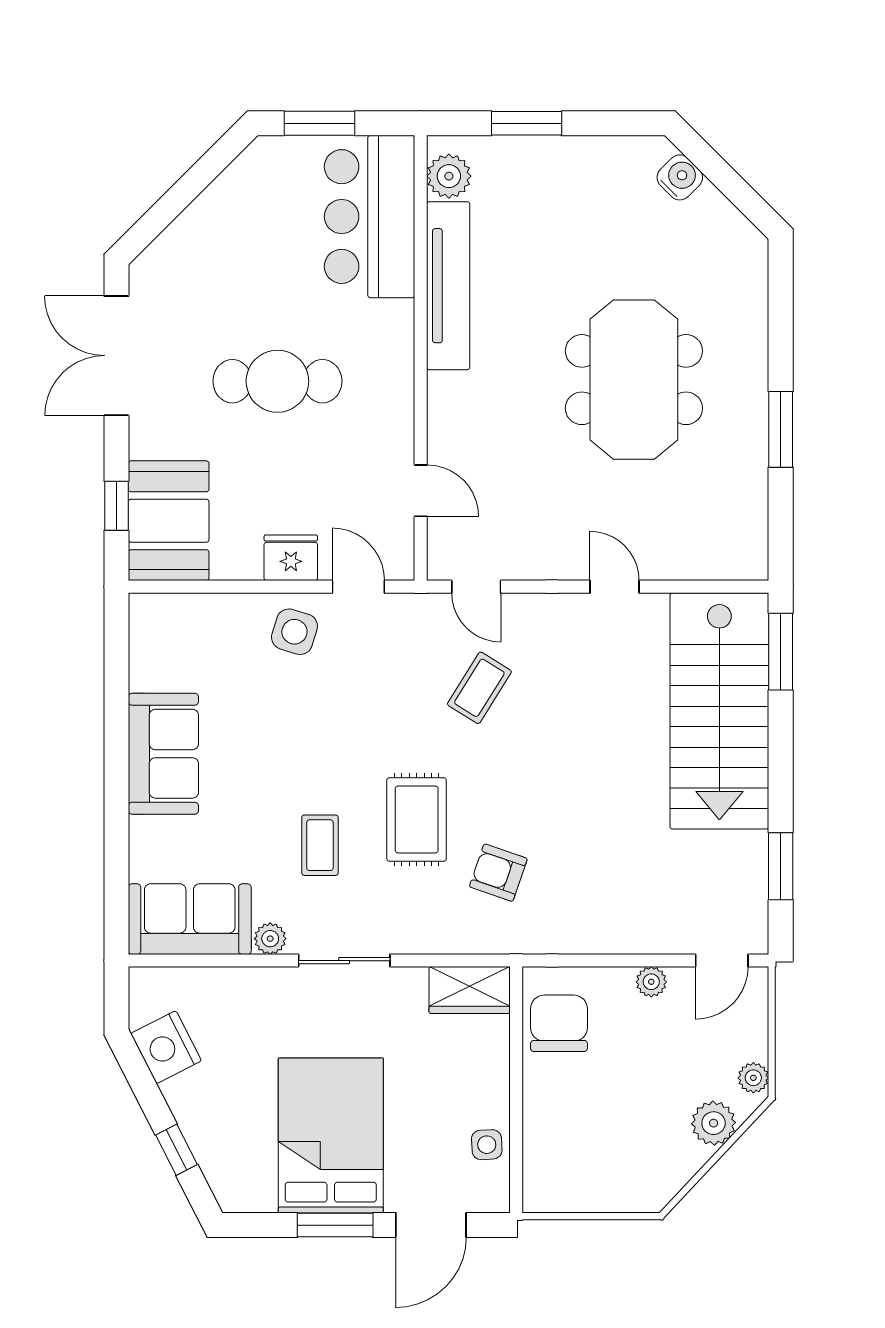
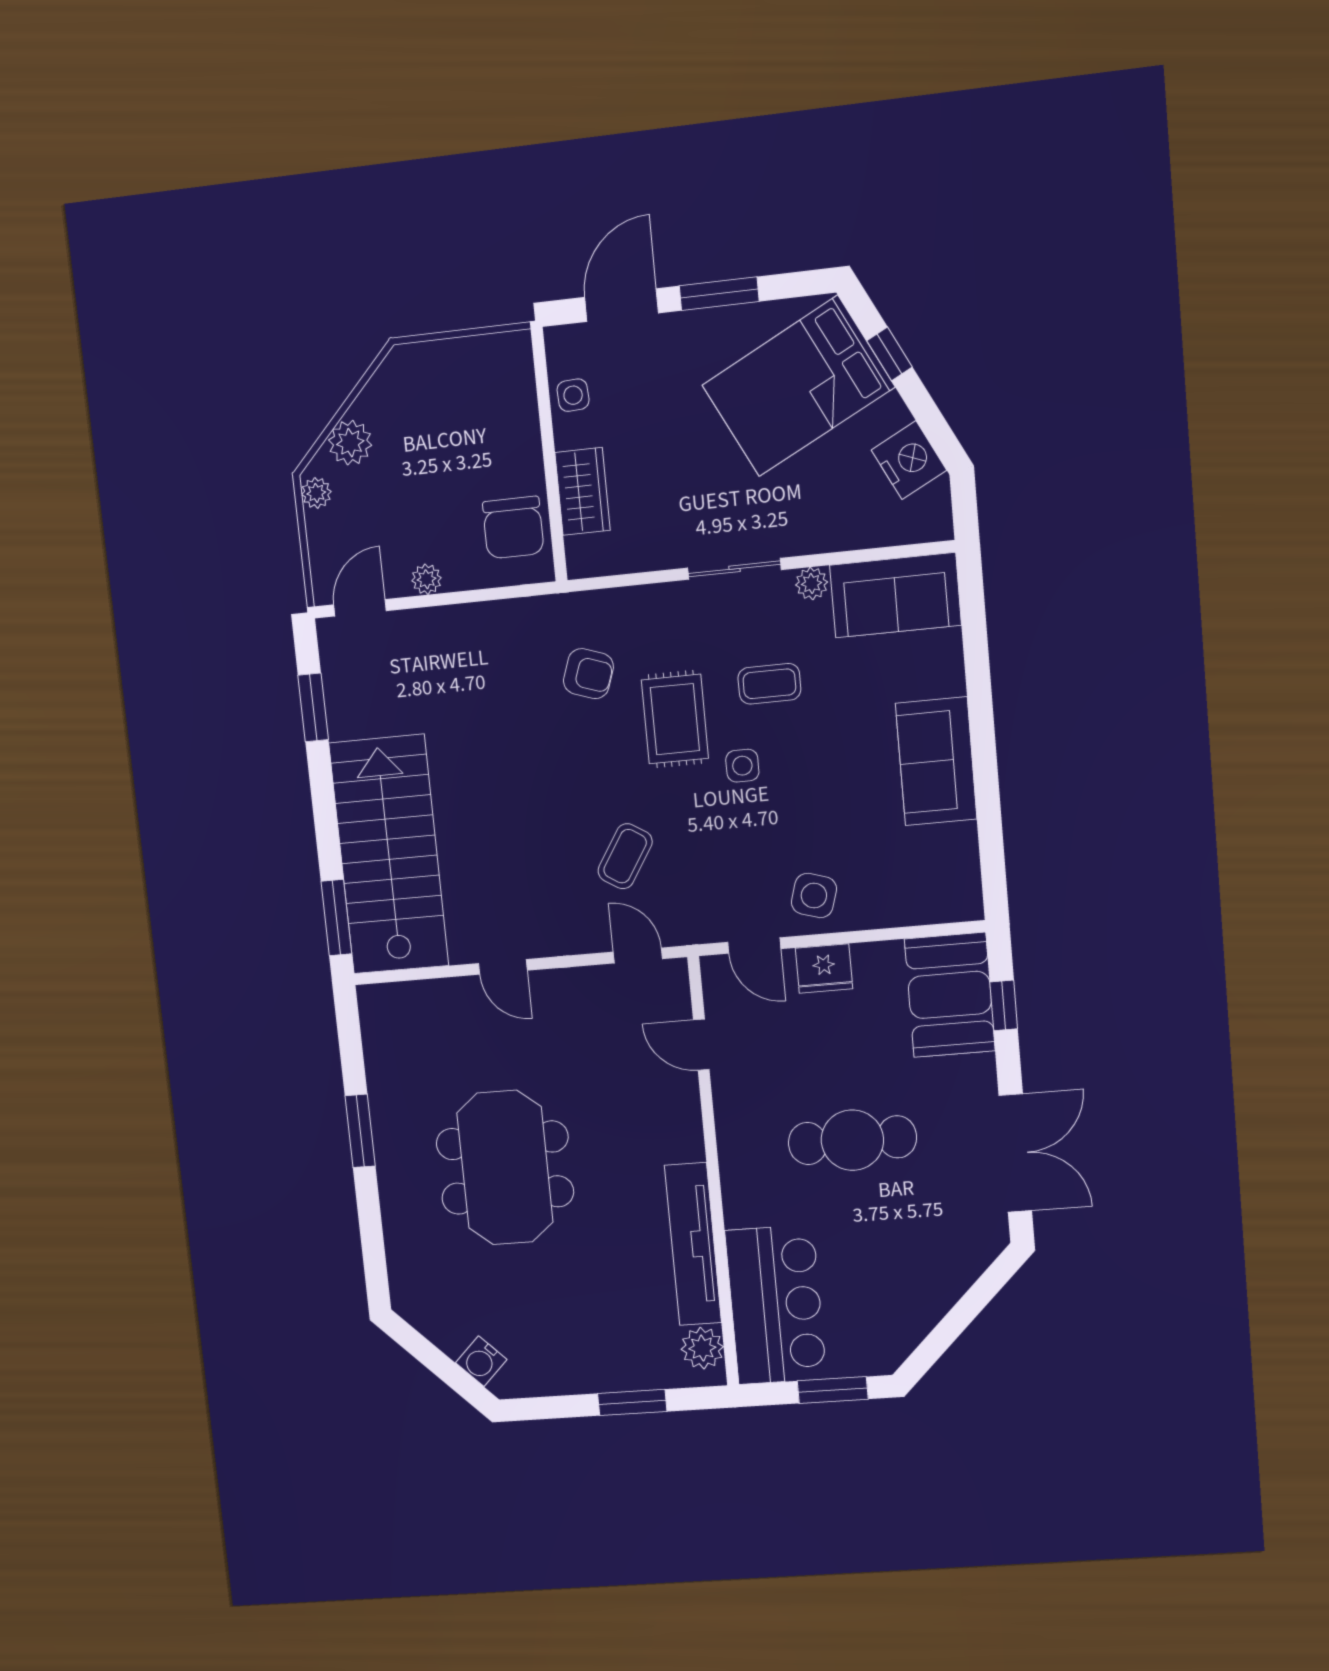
side table: (354, 767) -> (742, 766), added
coffee table: (320, 845) -> (769, 684), turned 90
wardrobe: (470, 990) -> (582, 491), moved, turned 90
bed: (331, 1135) -> (798, 386), moved, turned 63

